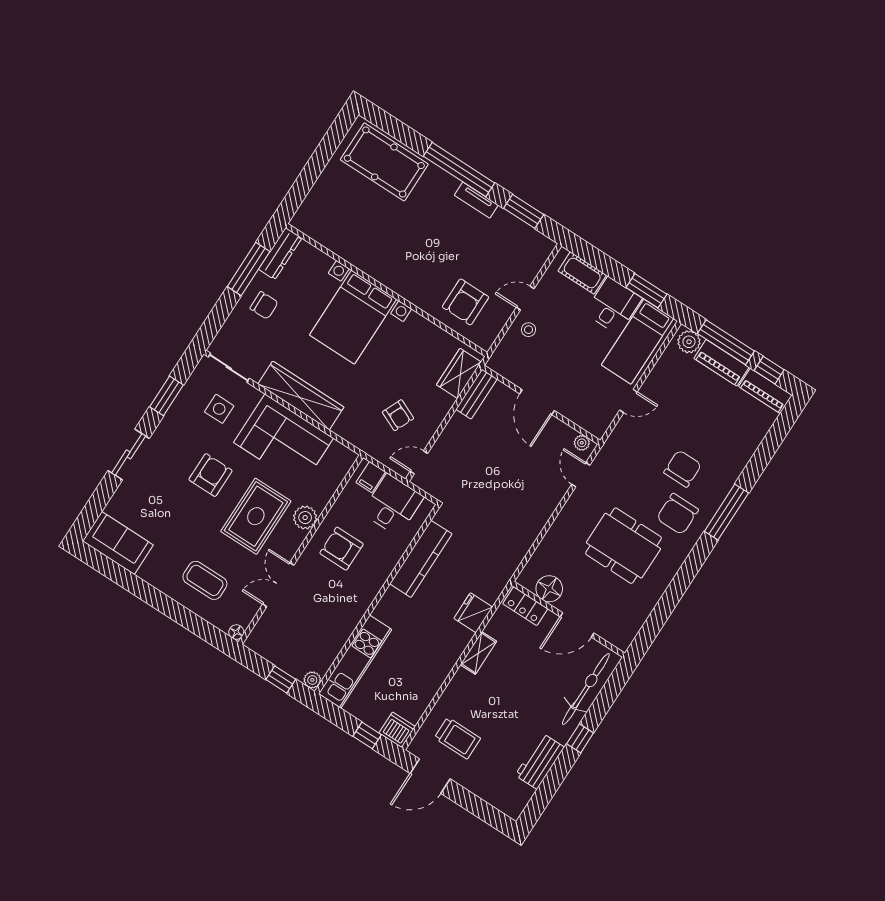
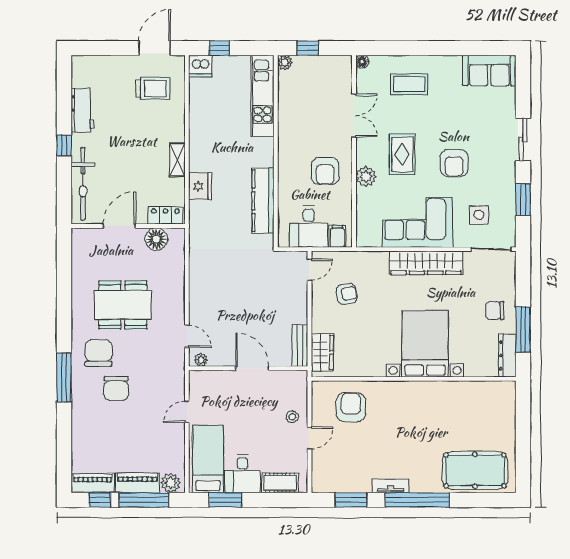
armchair: (398, 415) -> (347, 294), turned 146
rug: (256, 516) -> (402, 154), width x0.73, depth x0.70
armchair: (342, 549) -> (325, 171), turned 90
trolley: (457, 738) -> (153, 88), turned 180

